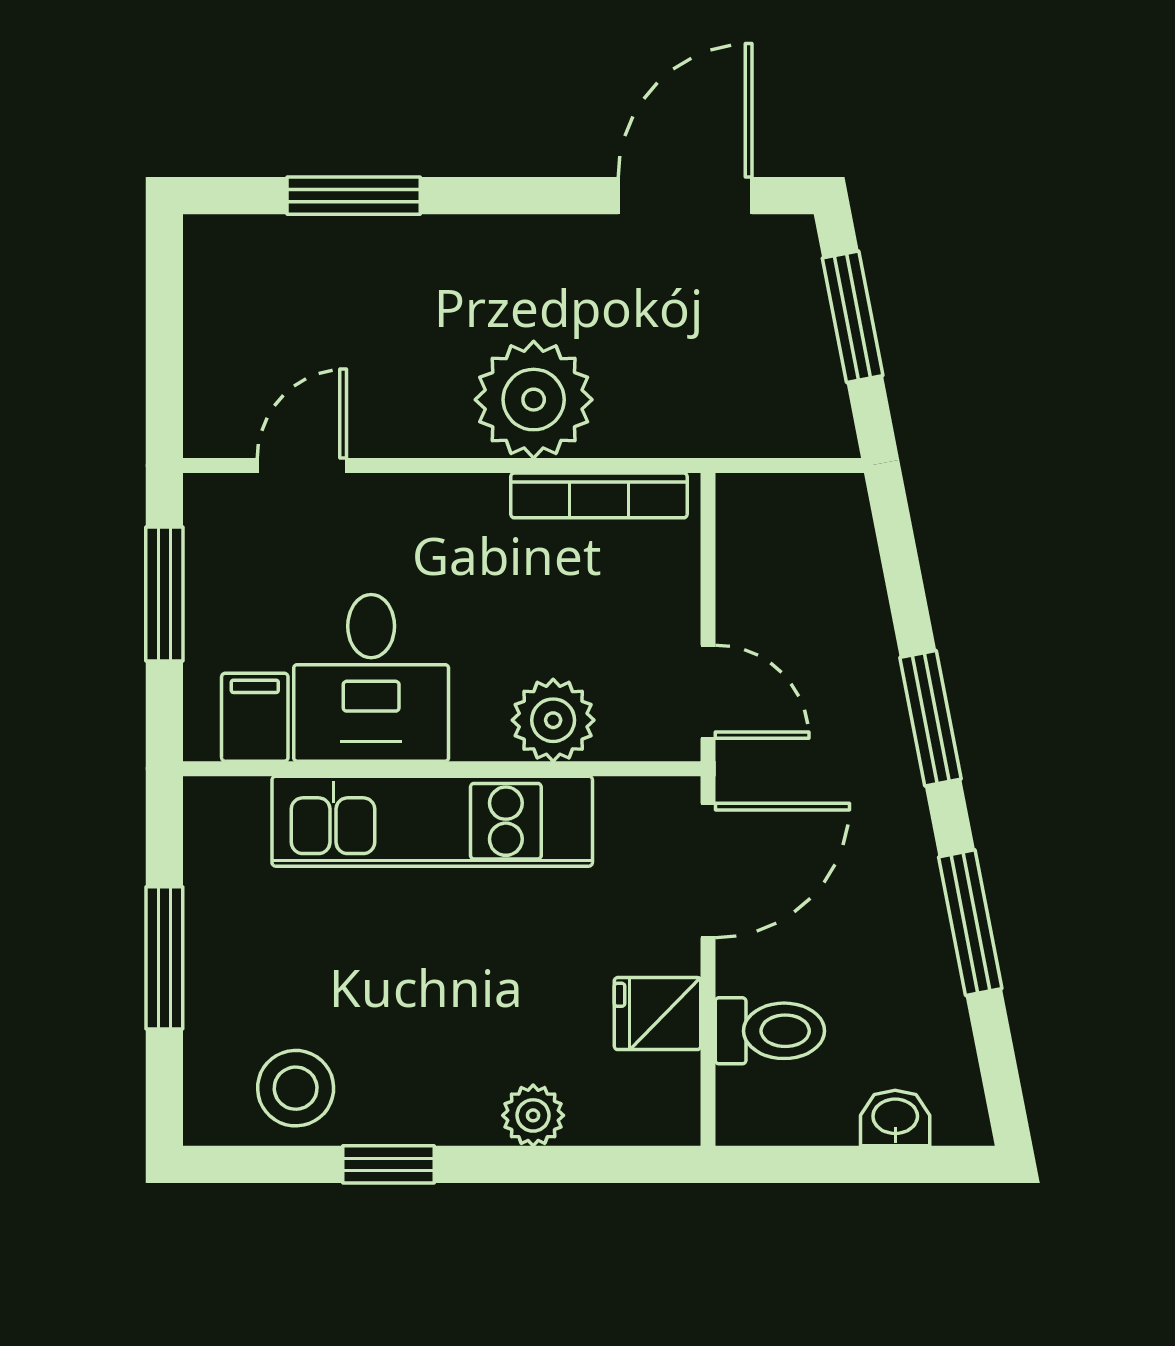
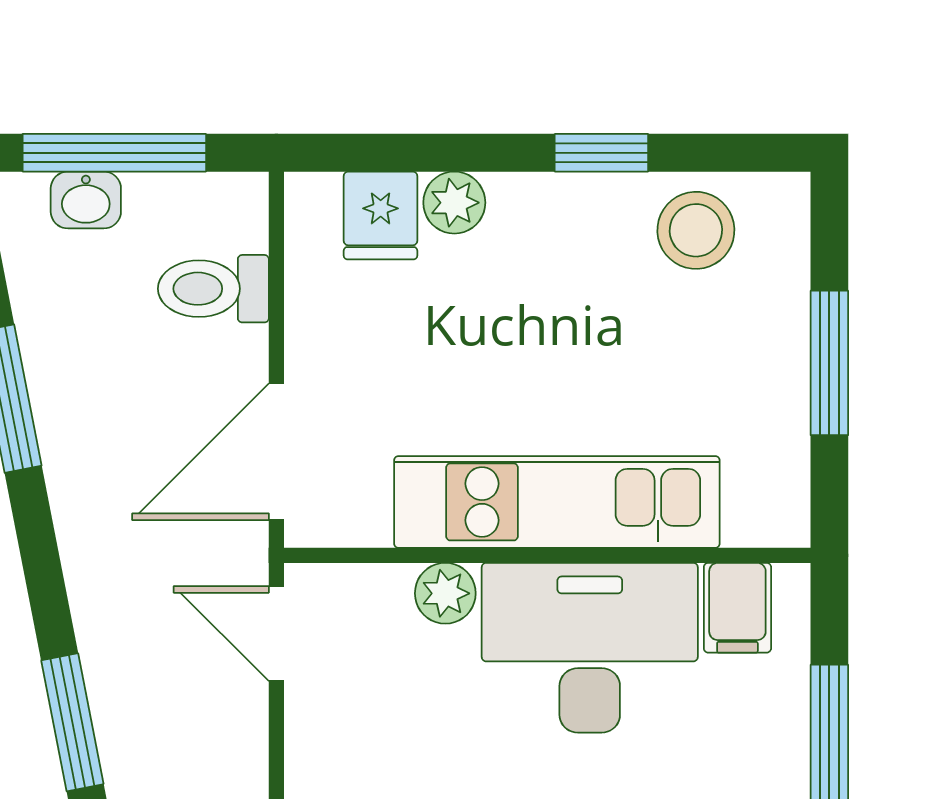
desk: (371, 678) -> (590, 648), width x1.37
window: (931, 718) -> (72, 722), moved
plant: (553, 720) -> (445, 593), width x0.73, depth x0.73
fridge: (657, 1014) -> (381, 215), moved, turned 90
window: (867, 1164) -> (114, 153), added

